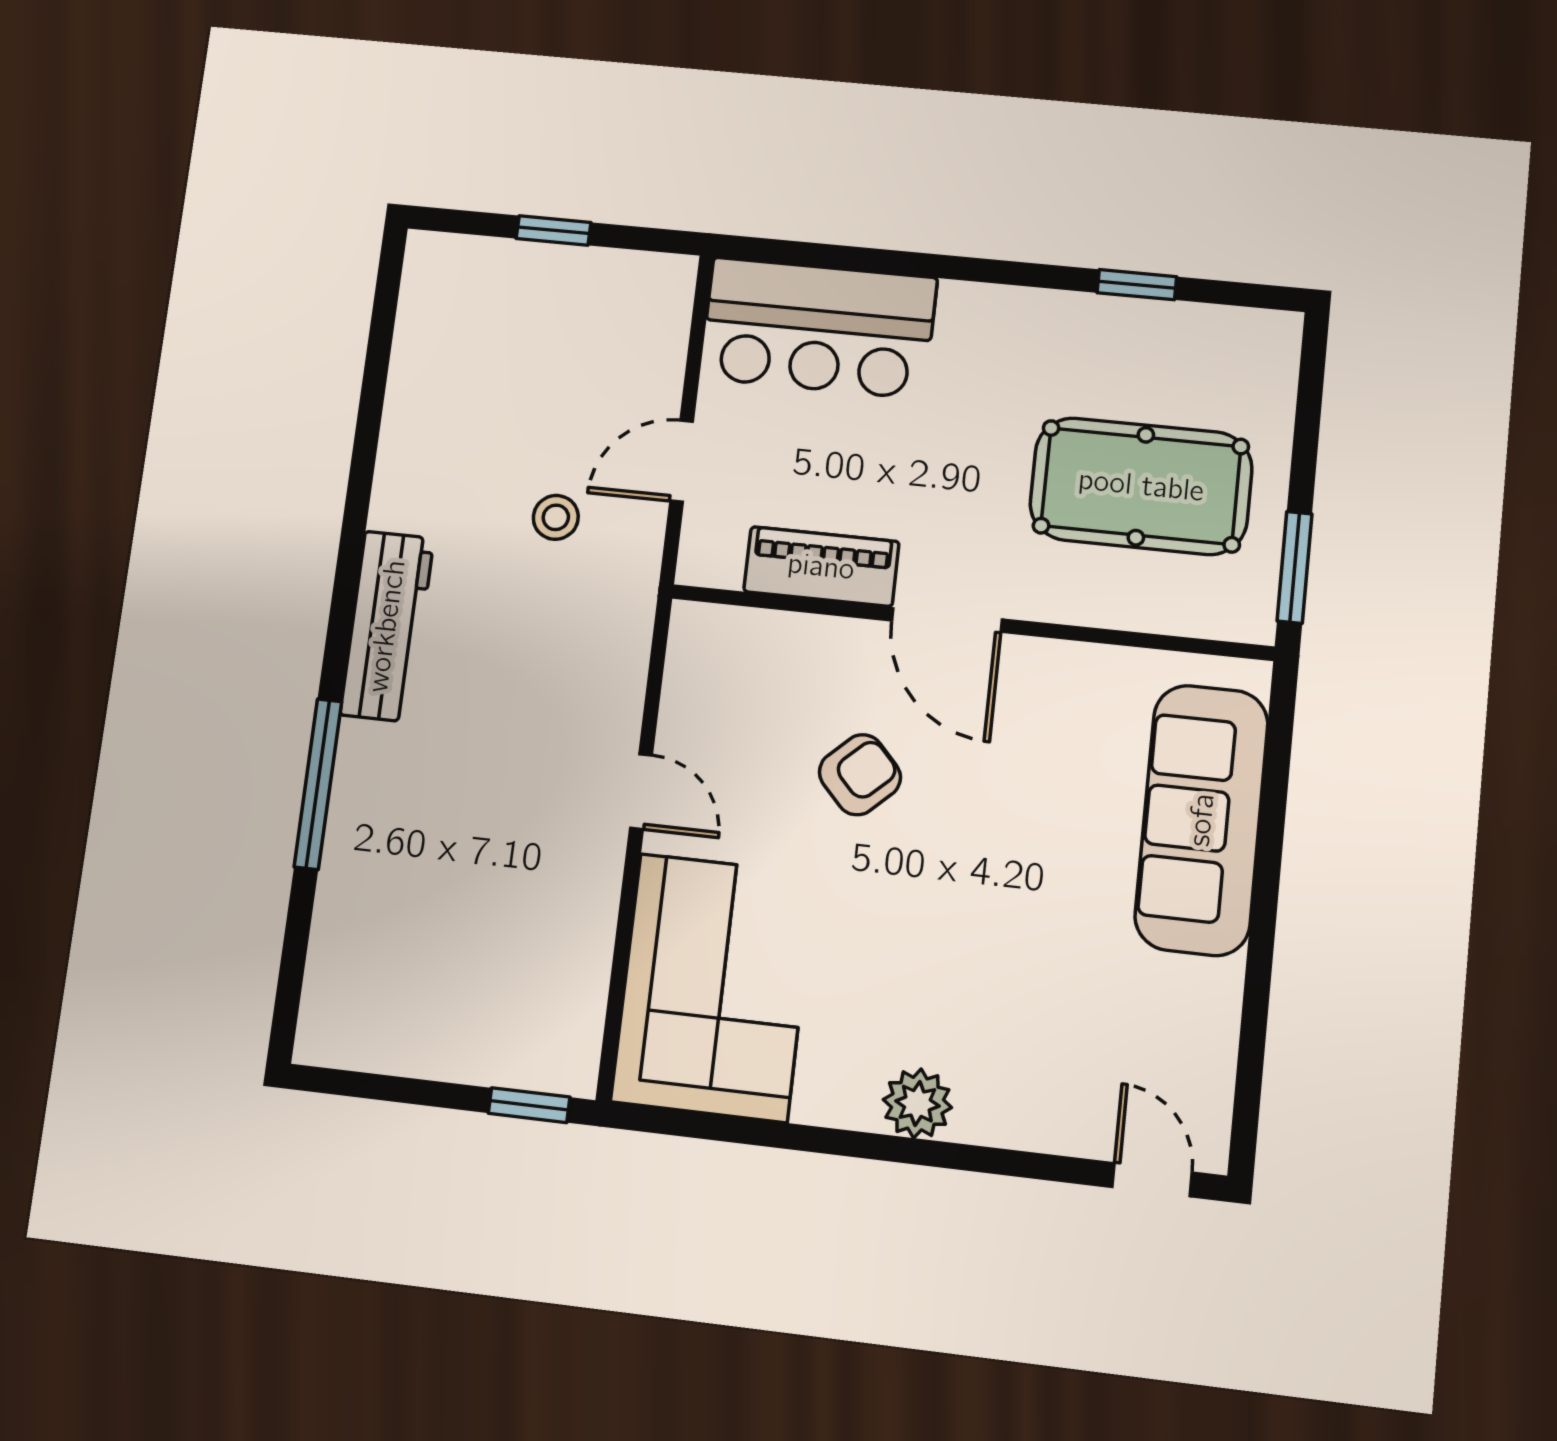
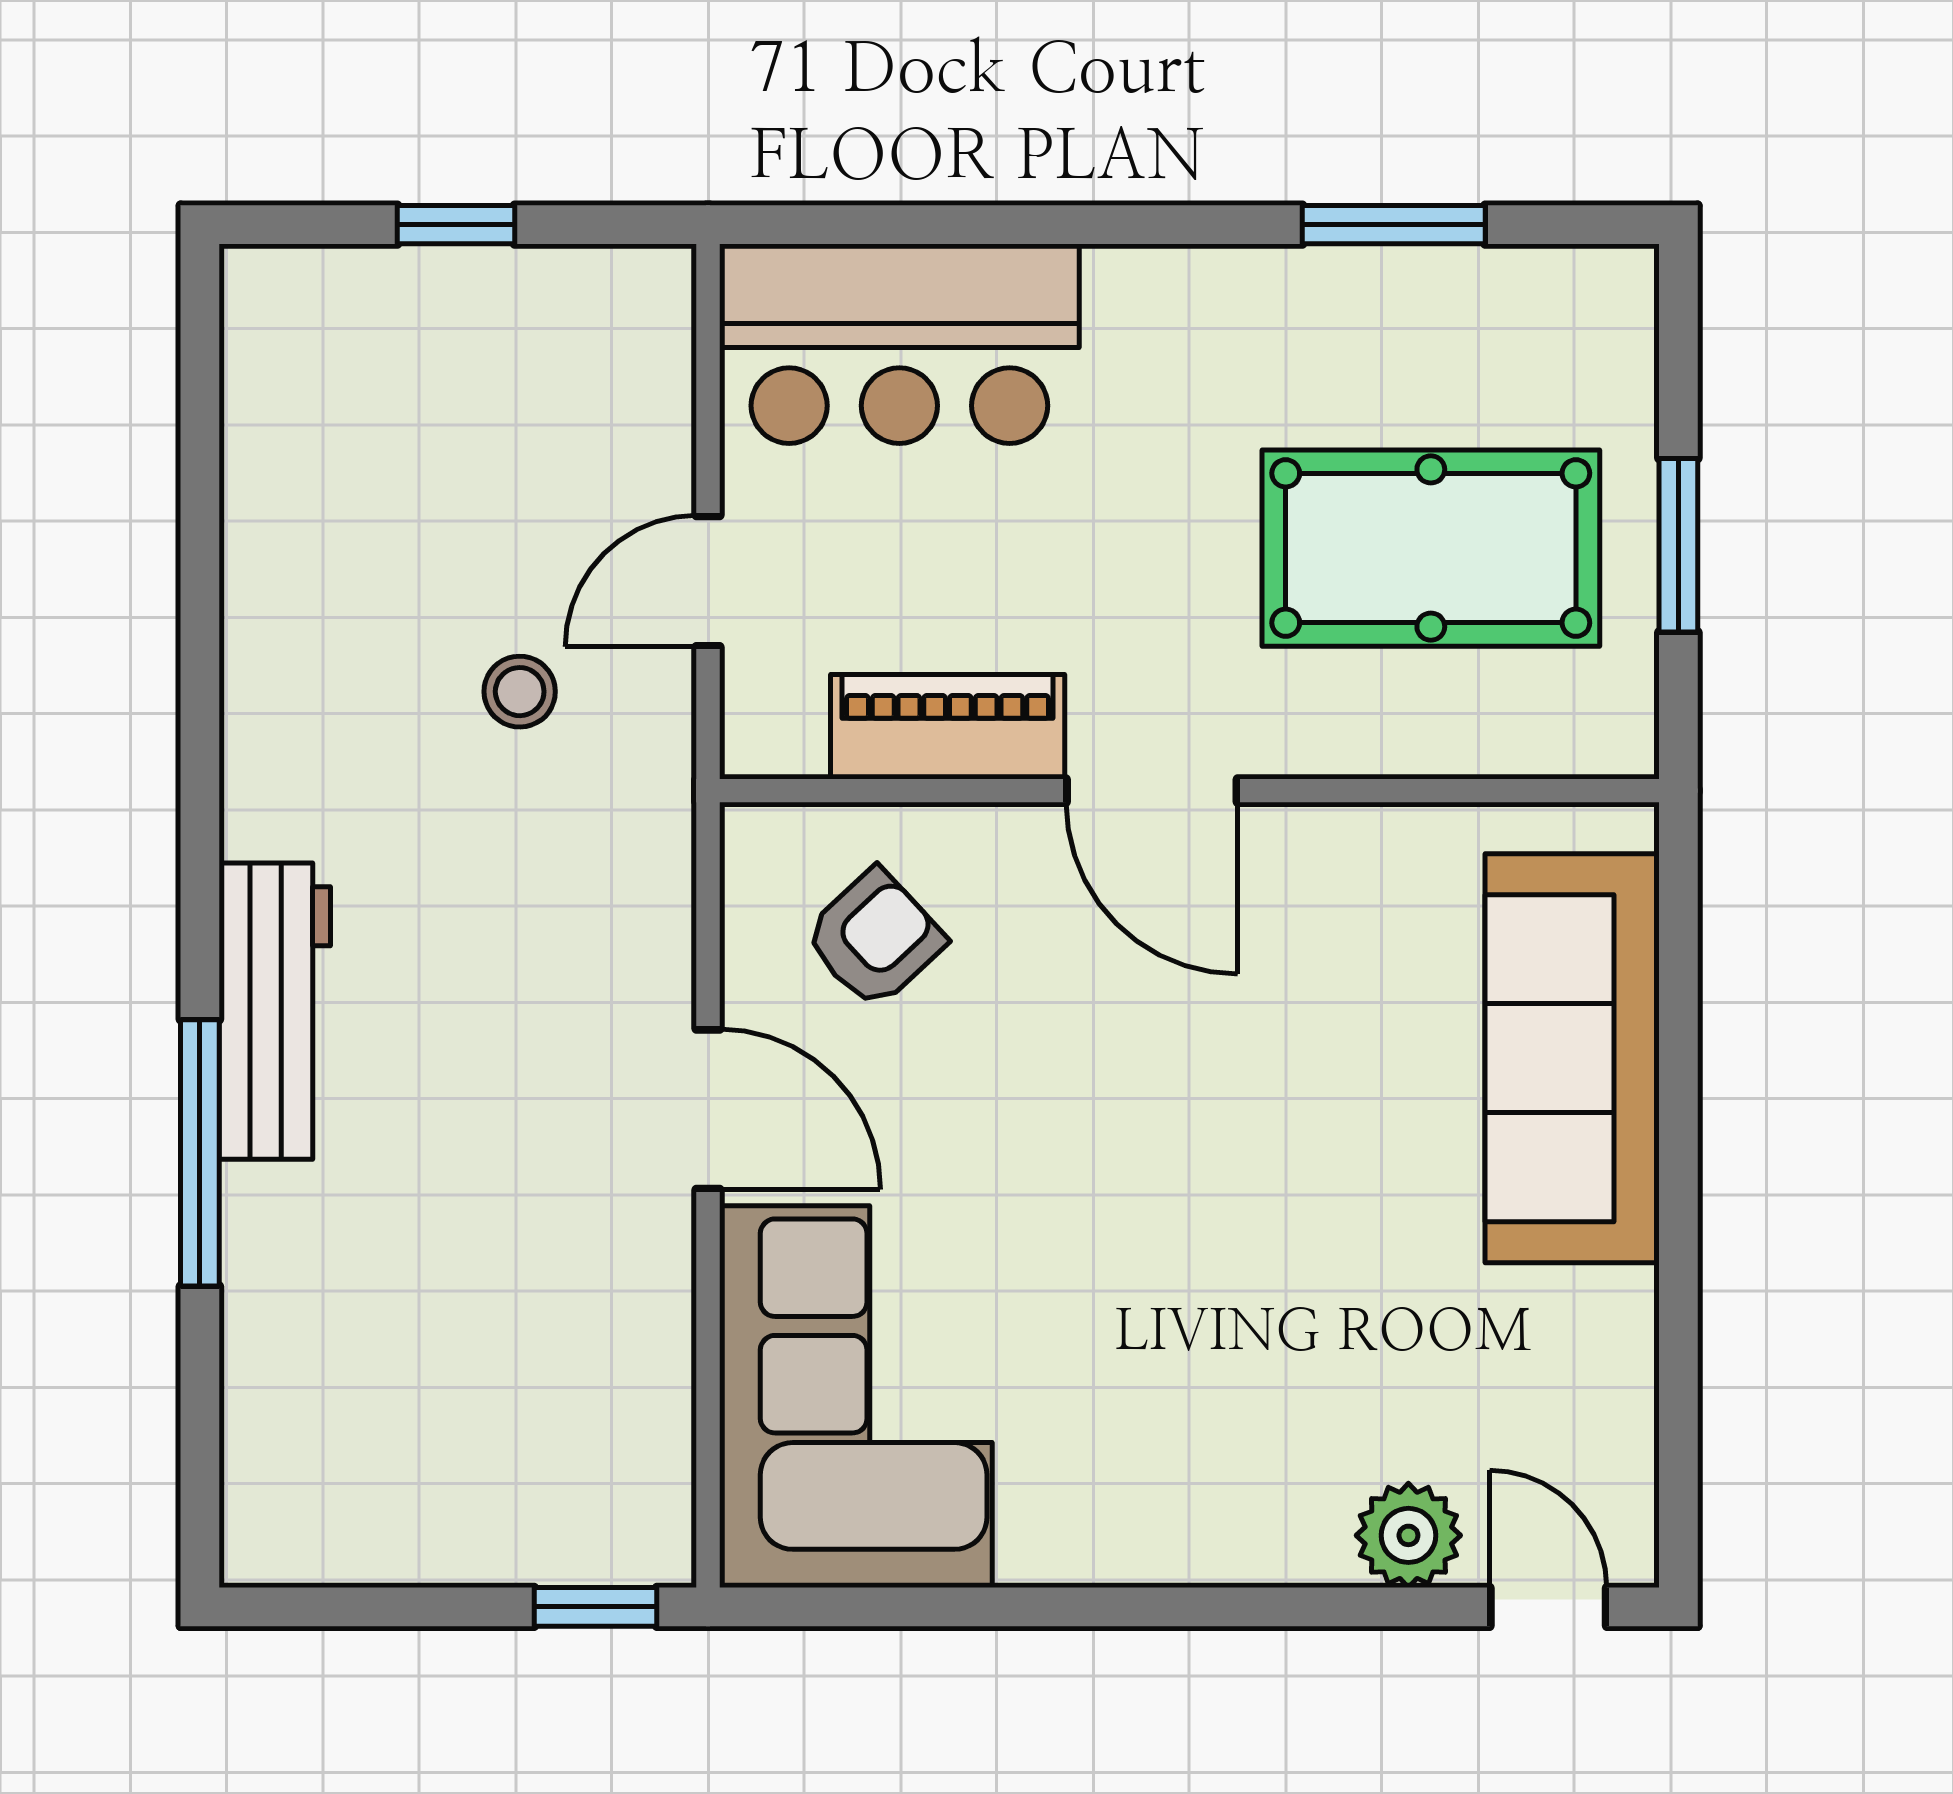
window: (1137, 285) -> (1394, 225), width x1.50
window: (1294, 567) -> (1678, 545), moved
workbench: (387, 626) -> (275, 1011), moved
armchair: (860, 775) -> (874, 938), moved
door: (641, 791) -> (708, 1109), width x1.38
plant: (917, 1104) -> (1408, 1535), moved

